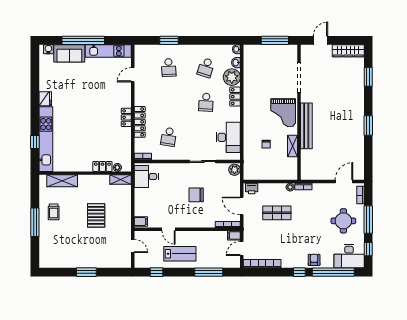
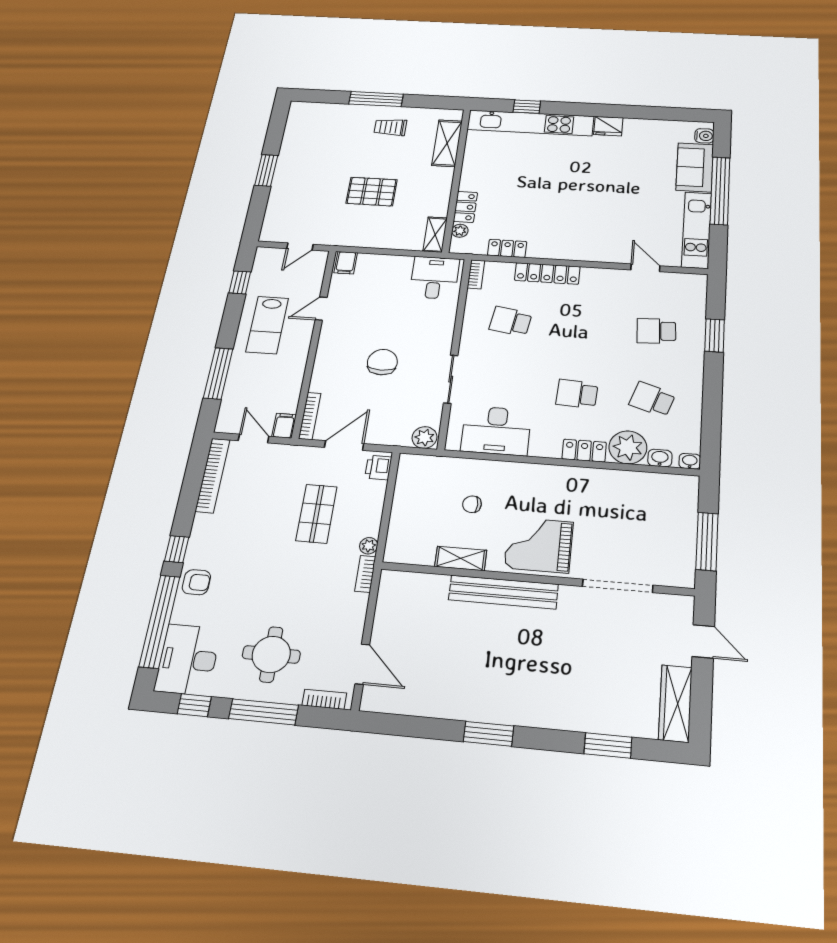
locker: (126, 117) -> (507, 248), moved

